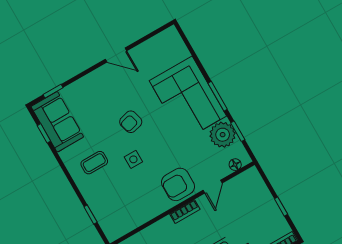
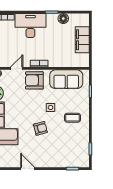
sofa: (57, 122) -> (66, 79), moved, turned -90
armchair: (178, 184) -> (34, 80), turned 180

